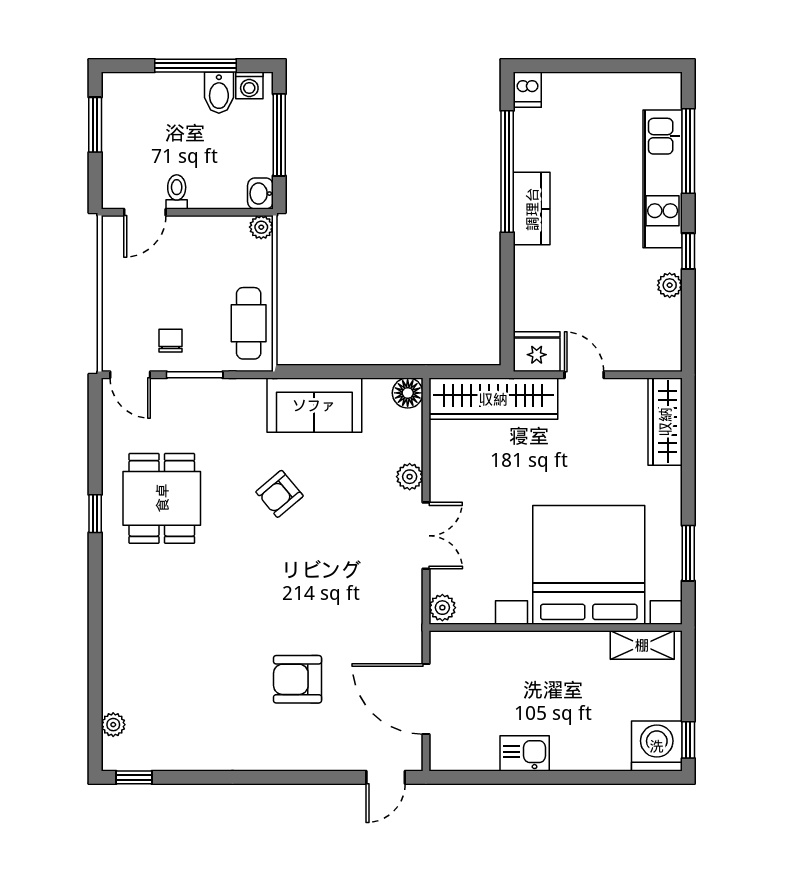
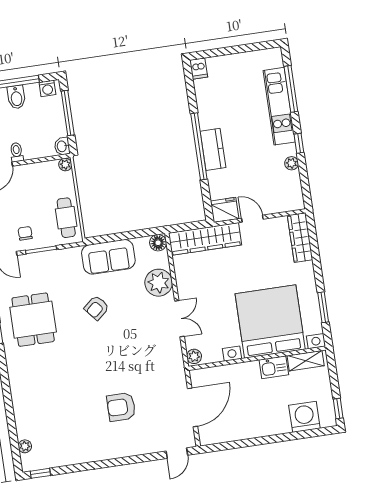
bidet: (219, 93) -> (16, 97), moved
window: (507, 172) -> (199, 146), moved
kitchen counter: (532, 209) -> (213, 149), moved
plant: (410, 477) -> (159, 283), width x1.87, depth x1.87
door: (426, 699) -> (193, 407), swing flipped
washing machine: (657, 746) -> (304, 417), moved
kitchen sink: (525, 753) -> (274, 367), moved, turned 180

